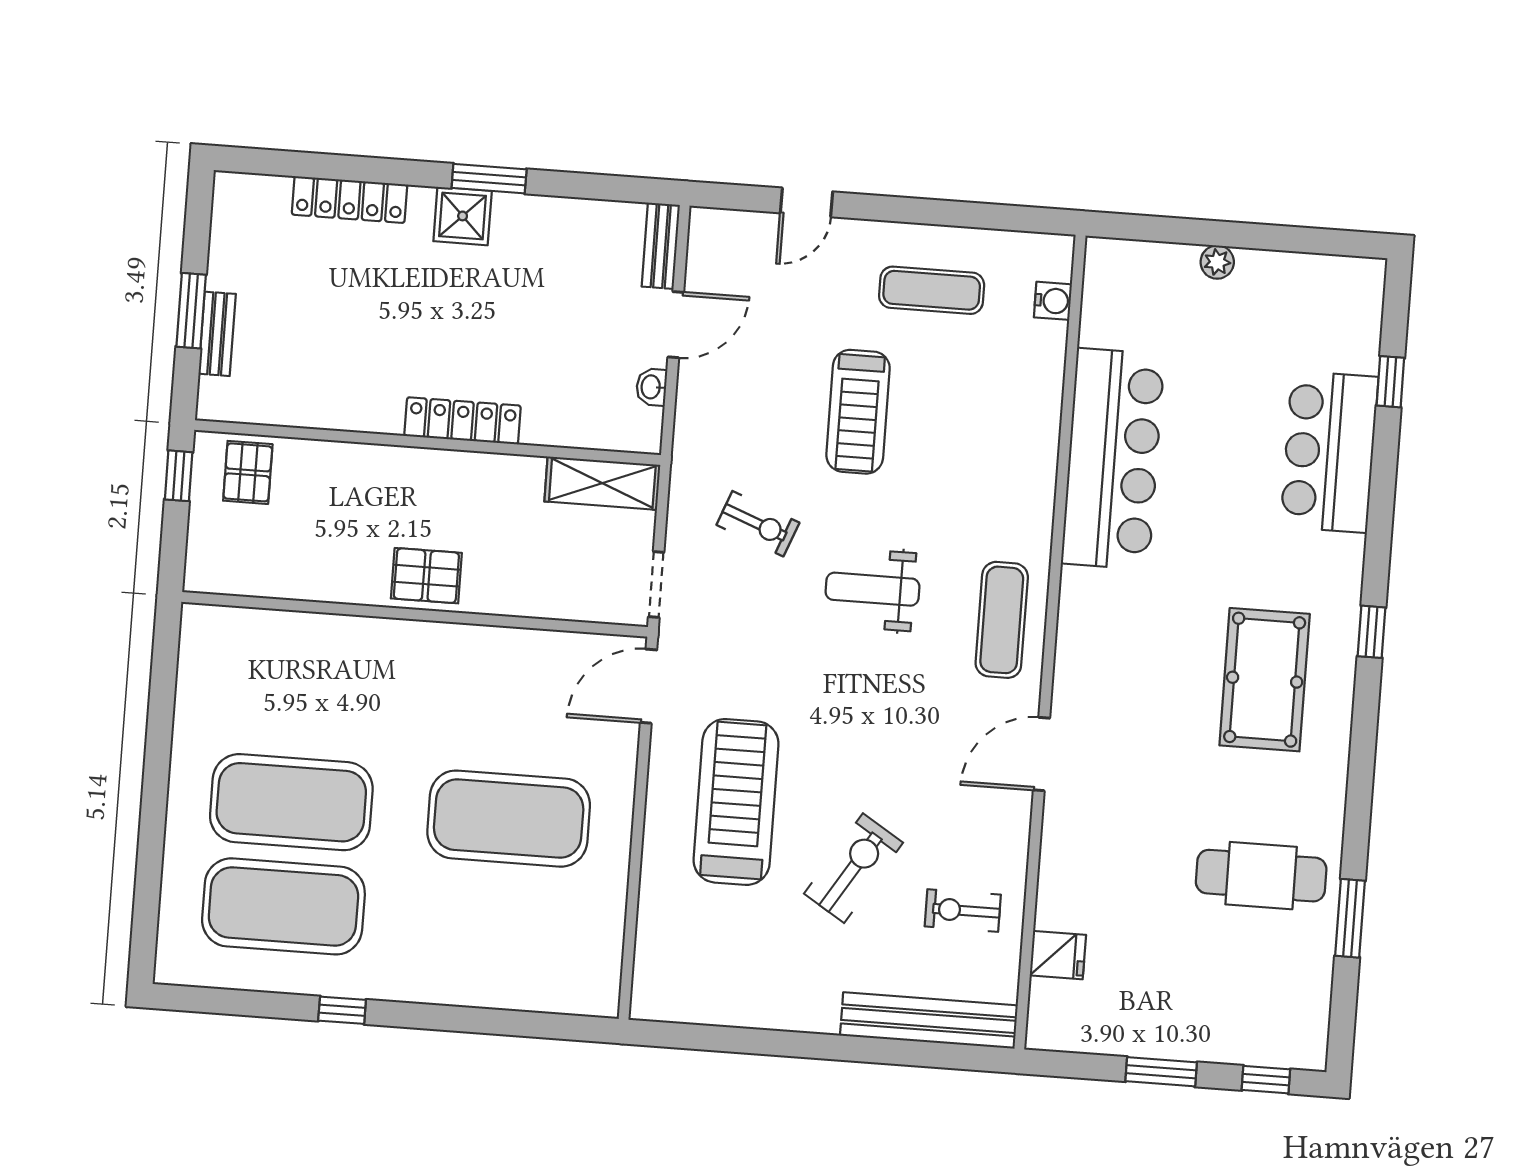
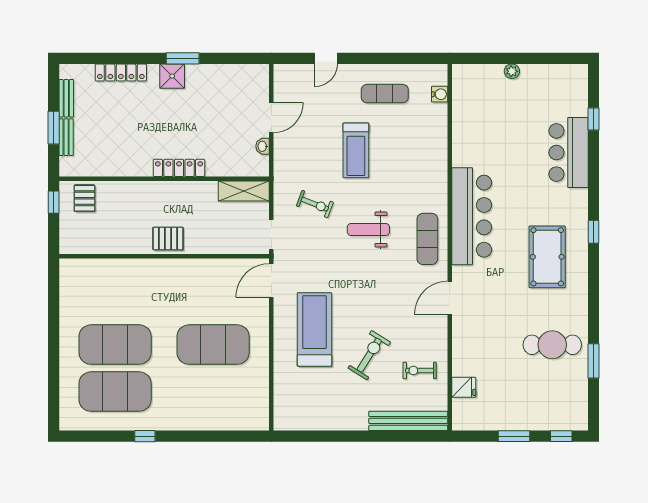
bench: (661, 246) -> (66, 98), moved
bar counter: (1113, 459) -> (472, 216), moved

